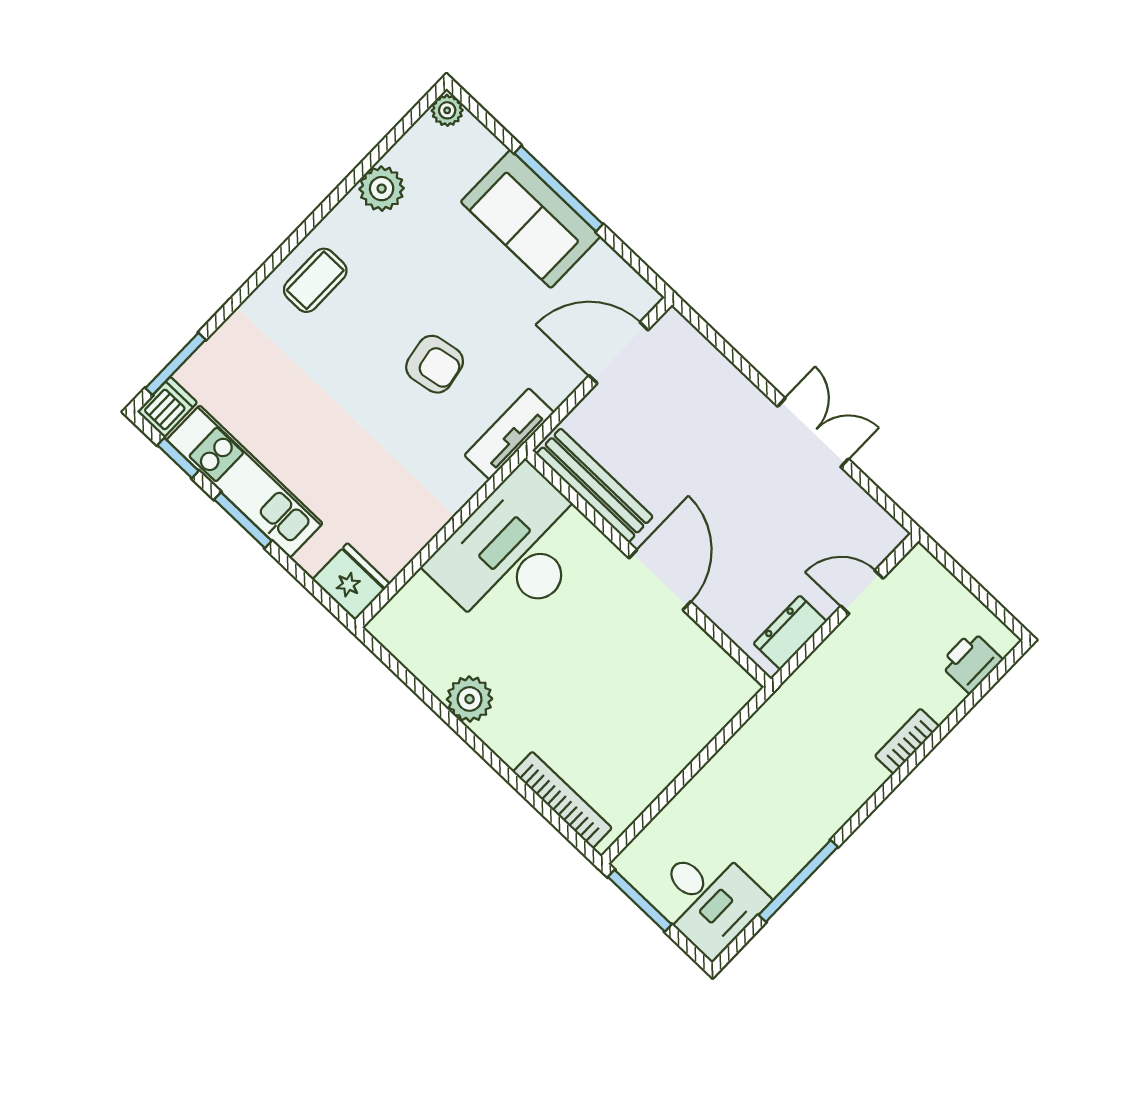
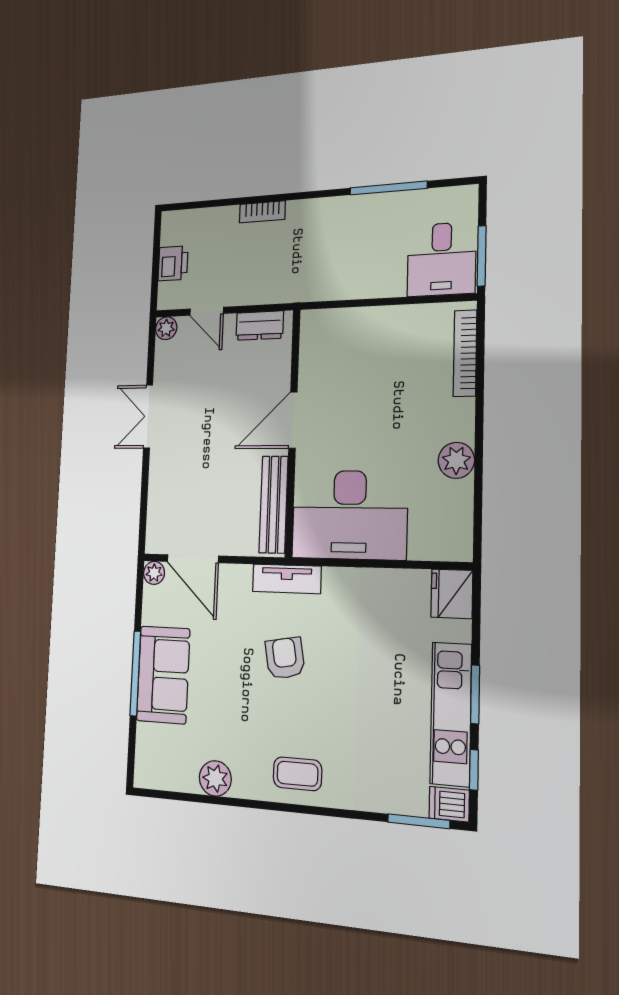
plant: (447, 110) -> (154, 573), moved
plant: (888, 534) -> (166, 328), added
printer: (971, 662) -> (173, 263), moved, turned -90
desk: (709, 899) -> (441, 259), moved, turned 180

